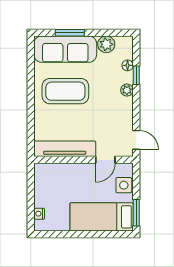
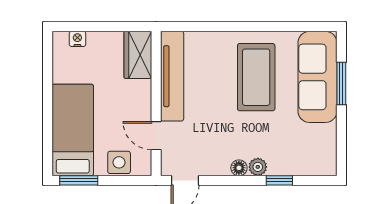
plant: (106, 44) -> (325, 137), removed
floor lamp: (128, 65) -> (239, 168), moved
wardrobe: (50, 172) -> (138, 55), added

